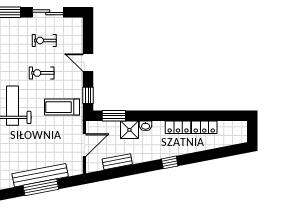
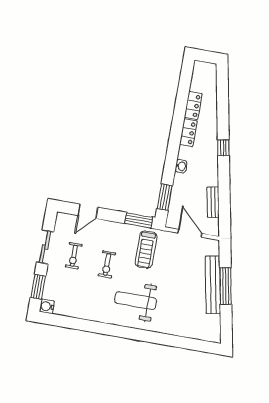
door: (88, 63) -> (88, 211), moved
window: (88, 95) -> (139, 220), width x1.50
shower: (129, 130) -> (182, 184), removed

